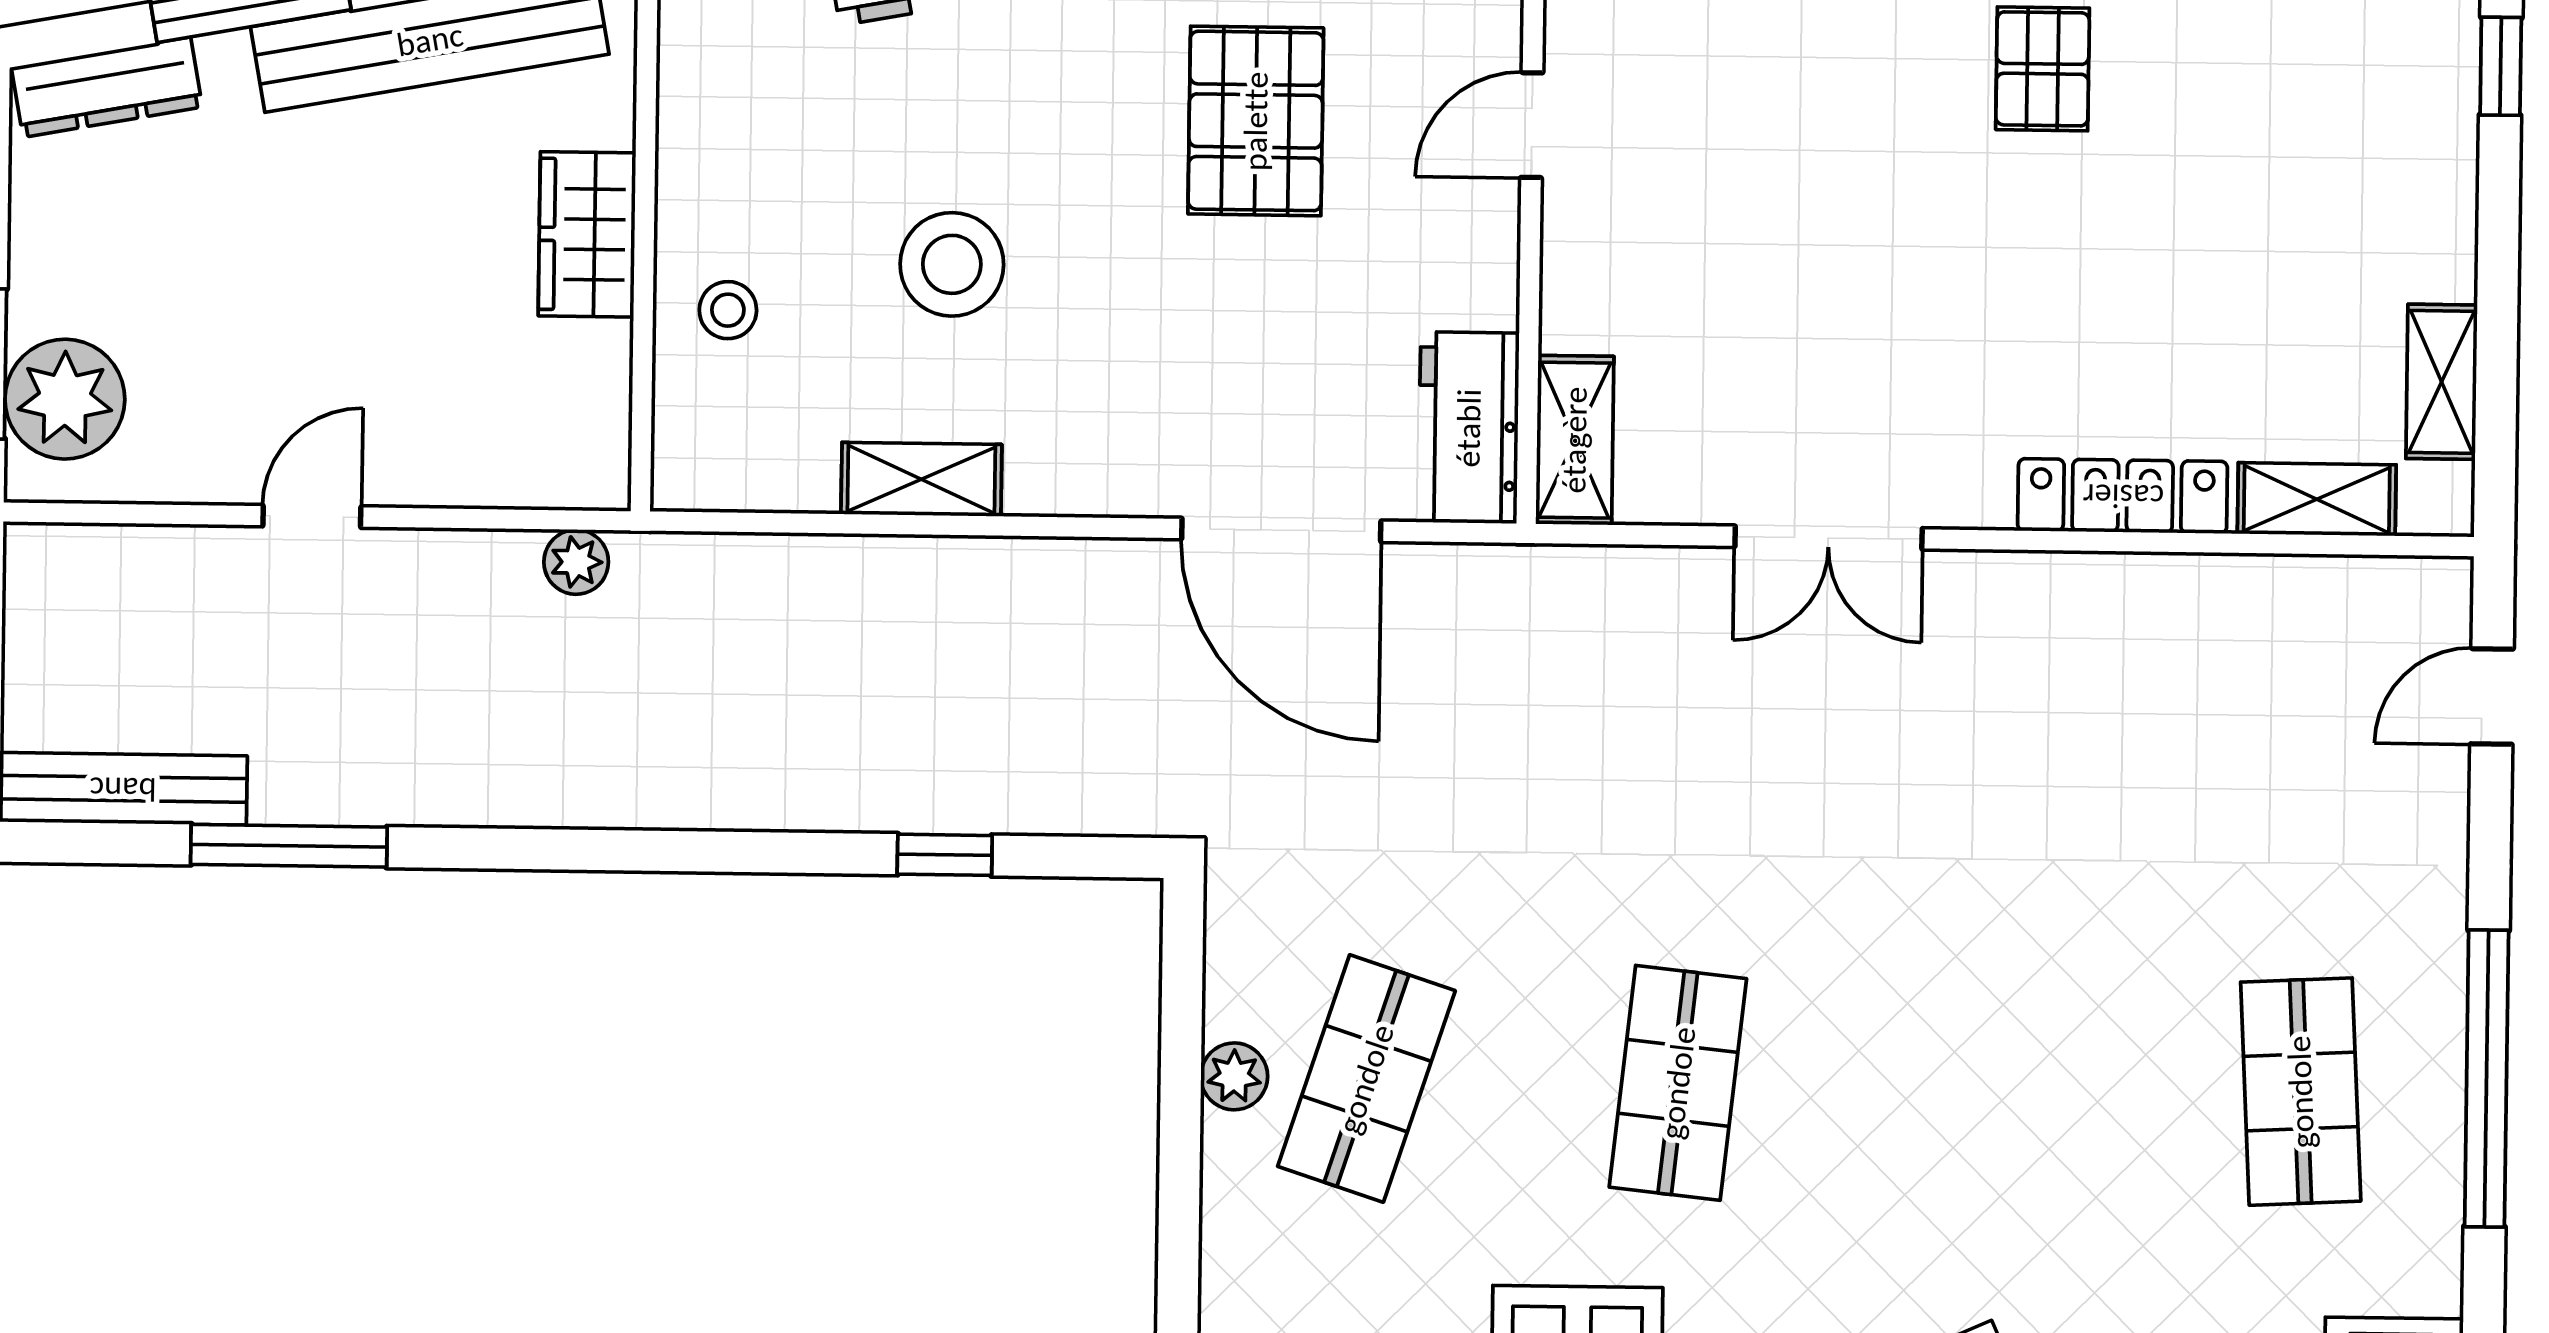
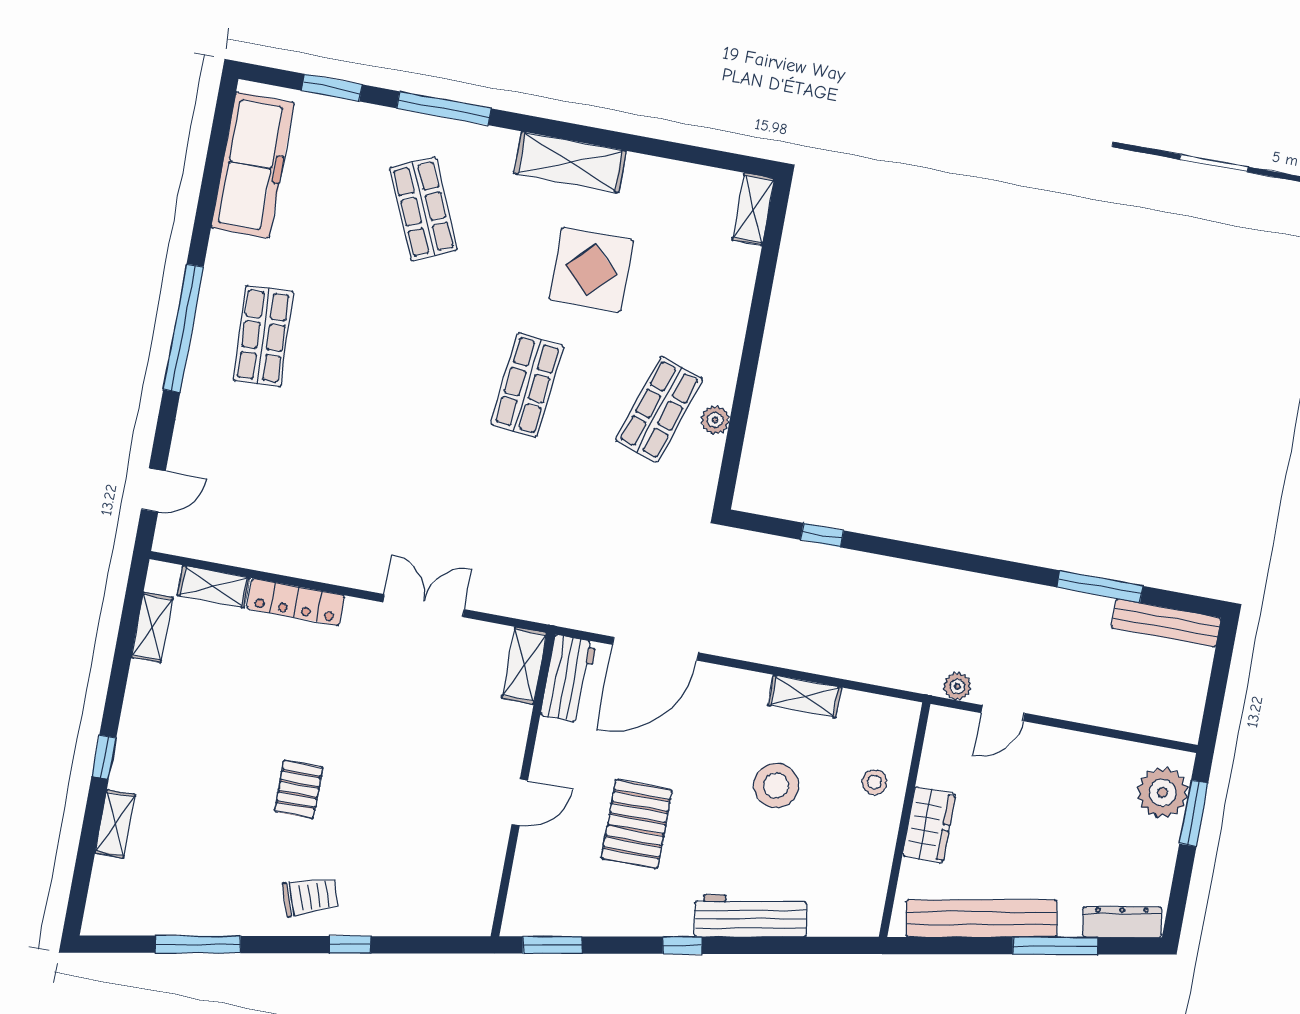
door: (312, 516) -> (1003, 713), moved
door: (1281, 530) -> (655, 649), swing flipped

